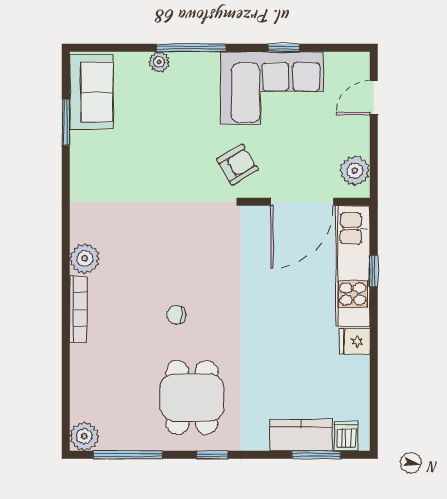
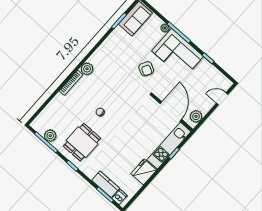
corner sofa: (272, 88) -> (177, 54), moved
armchair: (237, 165) -> (146, 69), moved, turned 58
door: (302, 202) -> (171, 111), swing flipped
fridge: (355, 342) -> (144, 172), width x1.88, depth x1.34
plant: (84, 436) -> (50, 136), moved

